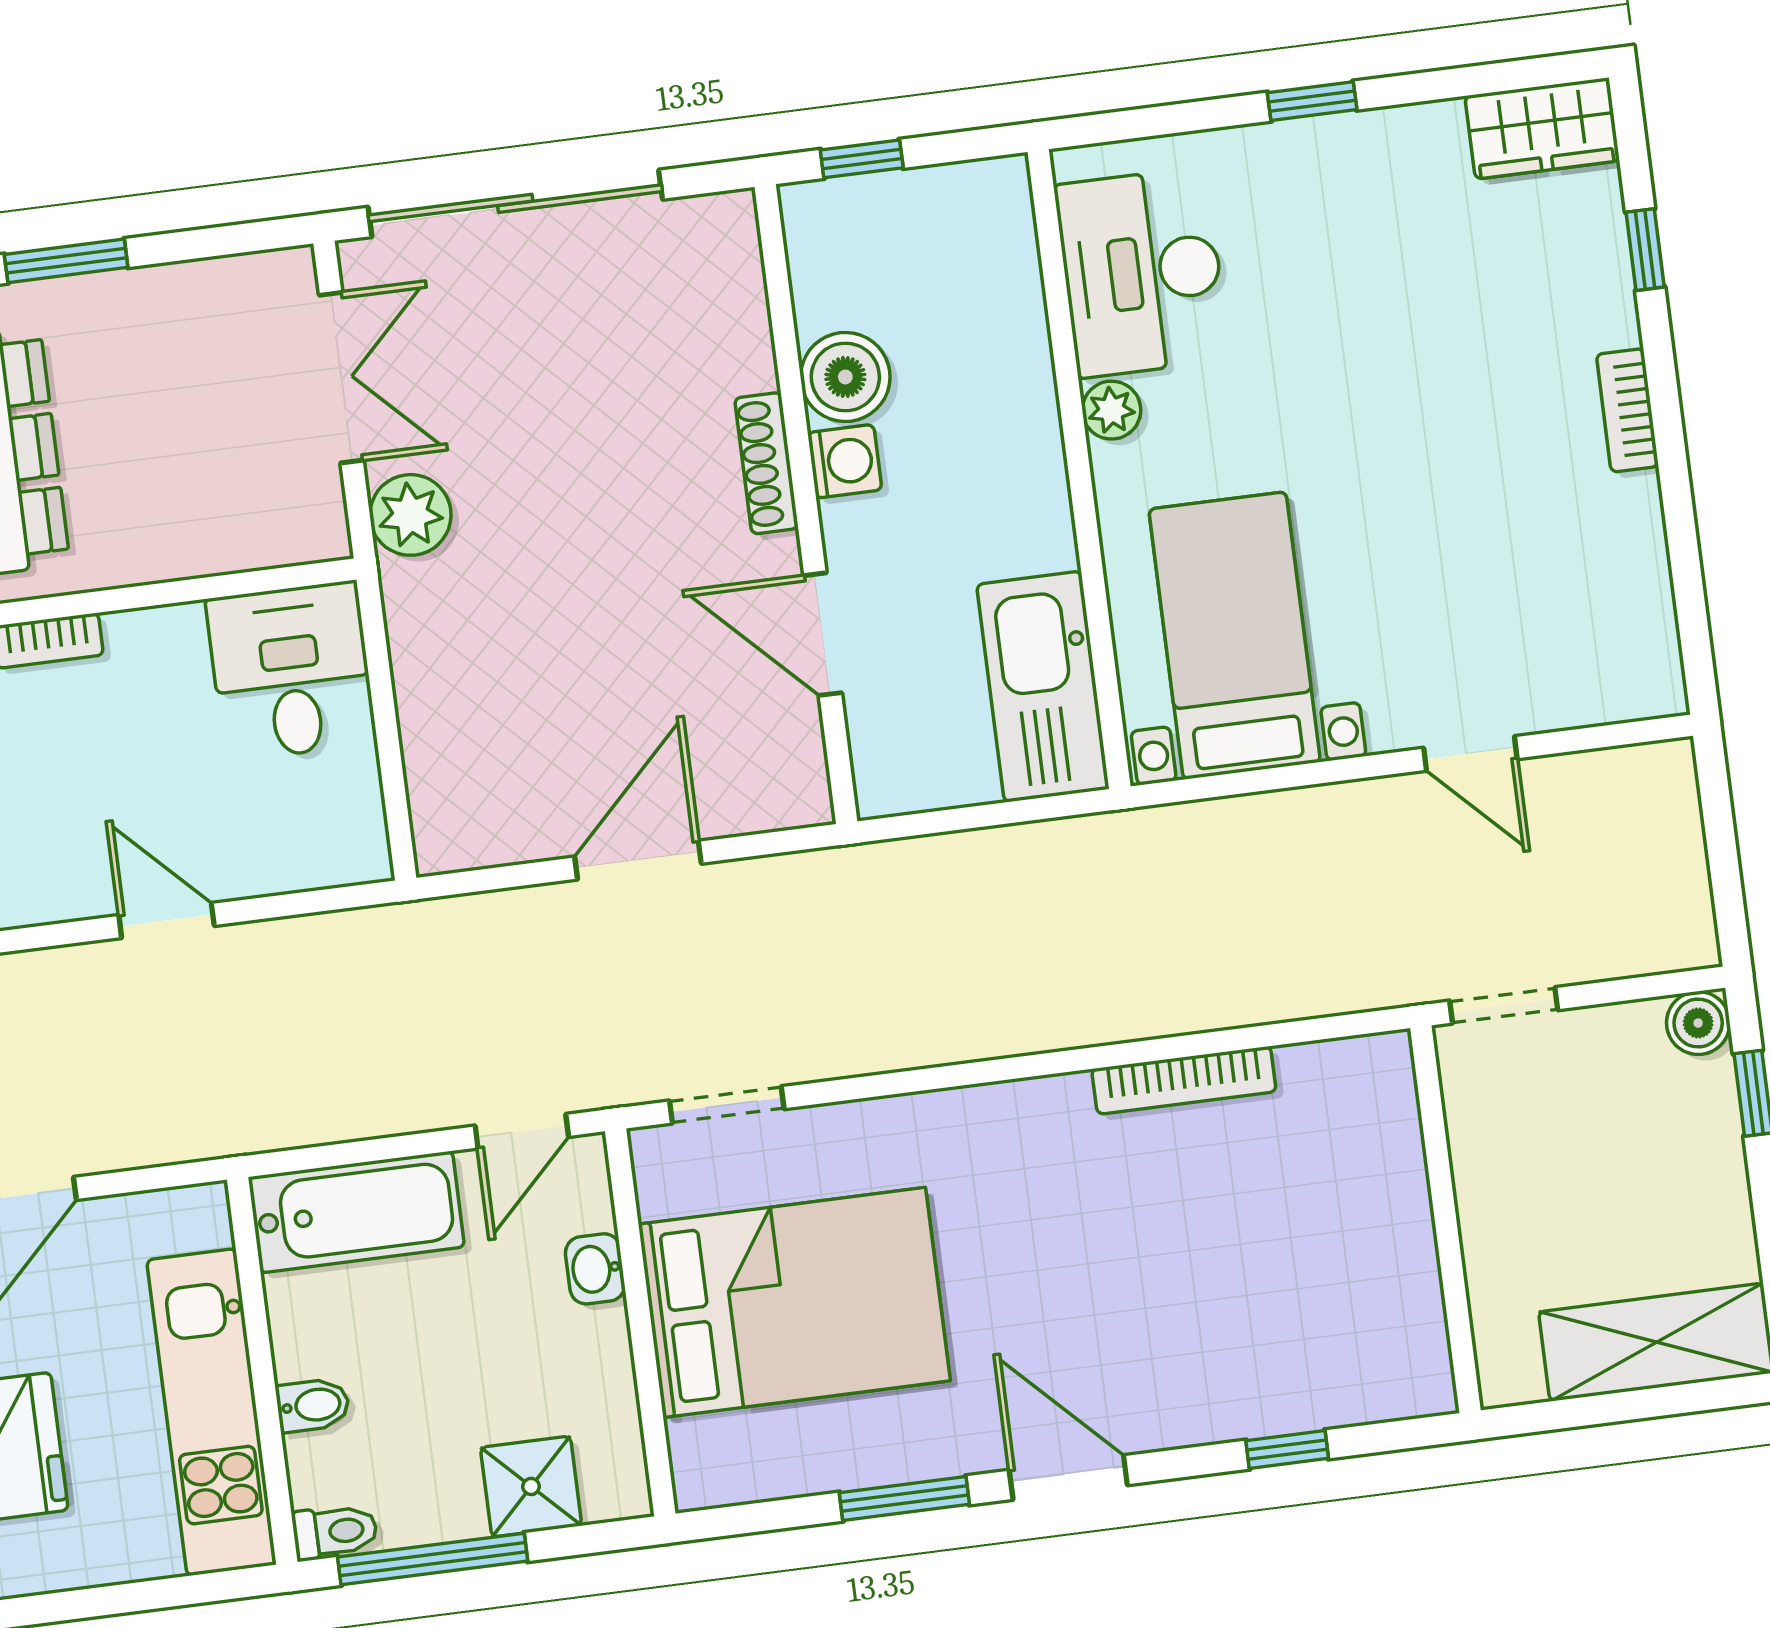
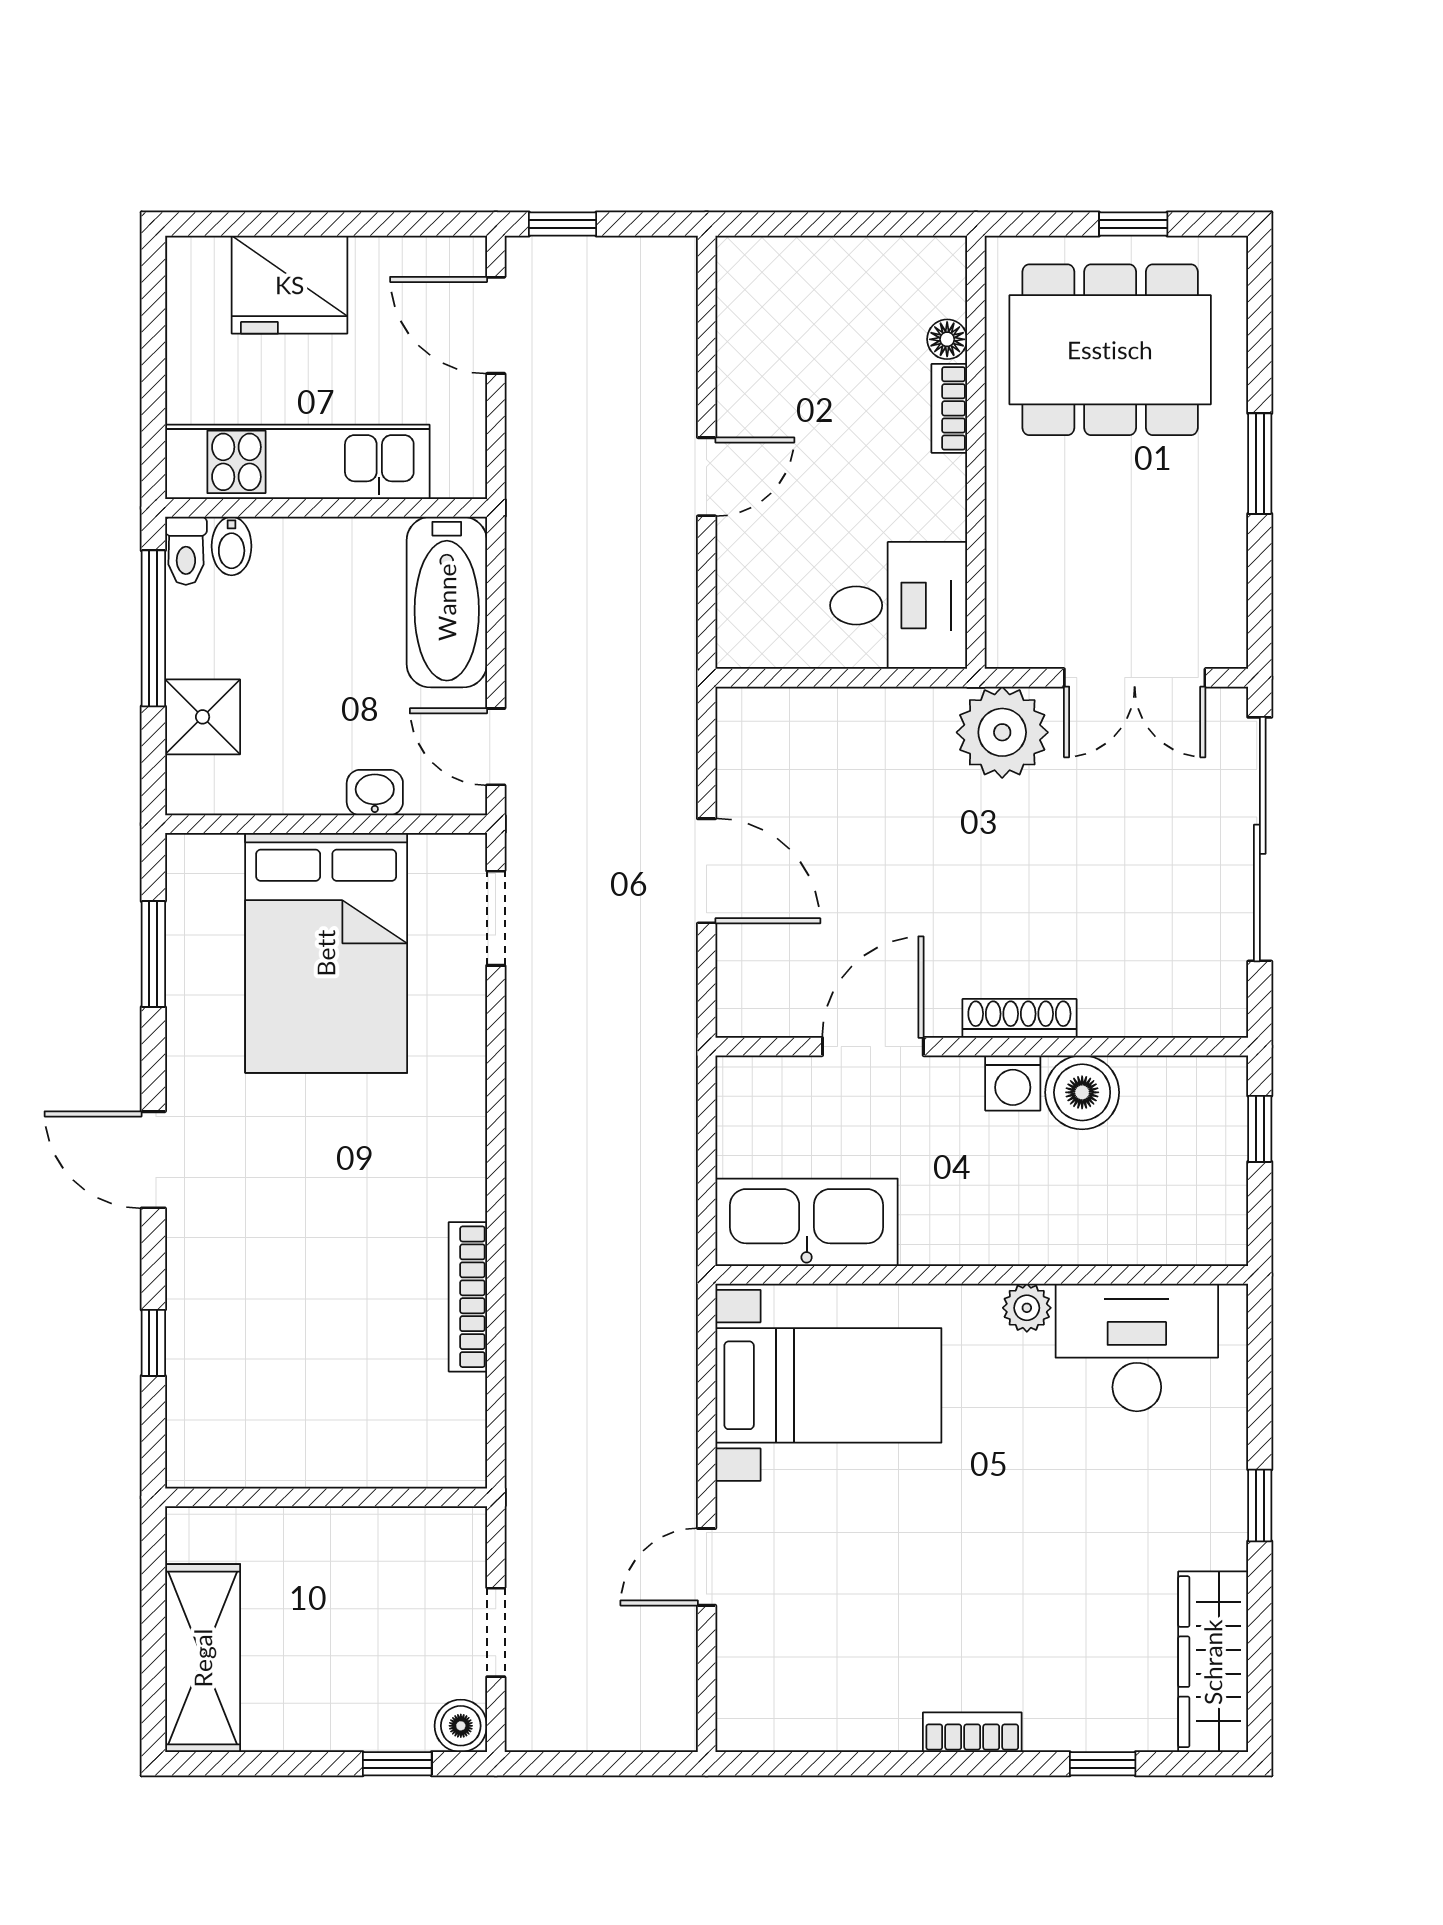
wardrobe: (1542, 128) -> (1213, 1662), width x1.50
plant: (410, 515) -> (1002, 732), width x1.36, depth x1.36
doorway: (1504, 1005) -> (496, 1632), moved
bidet: (313, 1405) -> (232, 546), moved
door: (1068, 1478) -> (153, 1160), swing flipped
window: (904, 1499) -> (153, 954), moved

